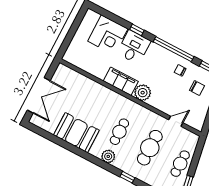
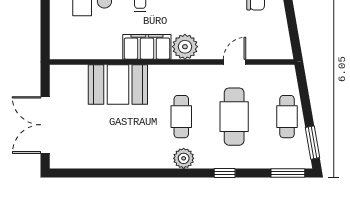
double door: (39, 95) -> (45, 125), swing flipped
door: (176, 121) -> (235, 62), moved
booth: (76, 133) -> (118, 84), moved

